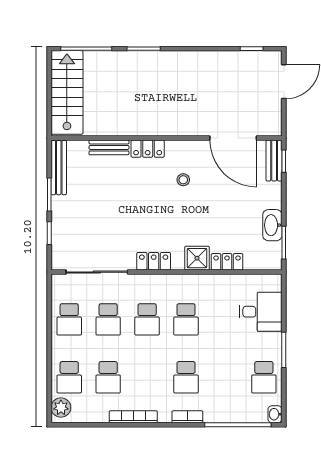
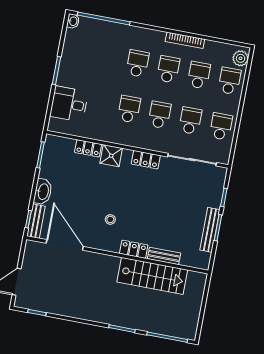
stairs: (67, 92) -> (152, 276), moved, turned -90
bench: (59, 168) -> (210, 230), moved
washbasin: (272, 225) -> (43, 192), moved
school desk: (264, 377) -> (168, 69), moved
bookcase: (187, 417) -> (142, 32), removed

